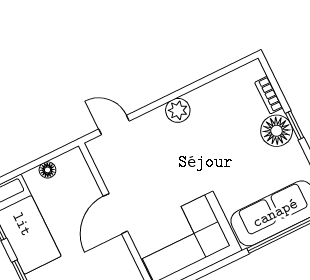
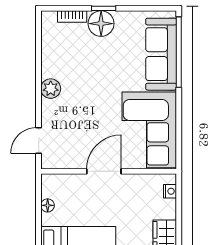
door: (115, 214) -> (104, 171), swing flipped

